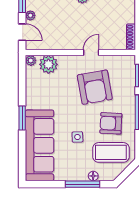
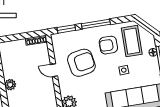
armchair: (111, 123) -> (108, 45), turned 87

